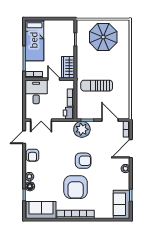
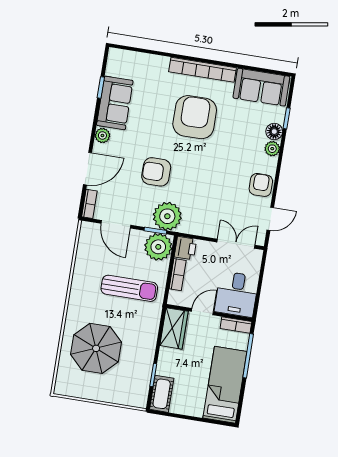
cot: (69, 30) -> (162, 394), added
parasol: (103, 37) -> (96, 348), moved
door: (54, 79) -> (202, 312), swing flipped
plant: (84, 111) -> (158, 247), added
armchair: (83, 161) -> (156, 172), moved
sofa: (122, 204) -> (115, 103), moved

